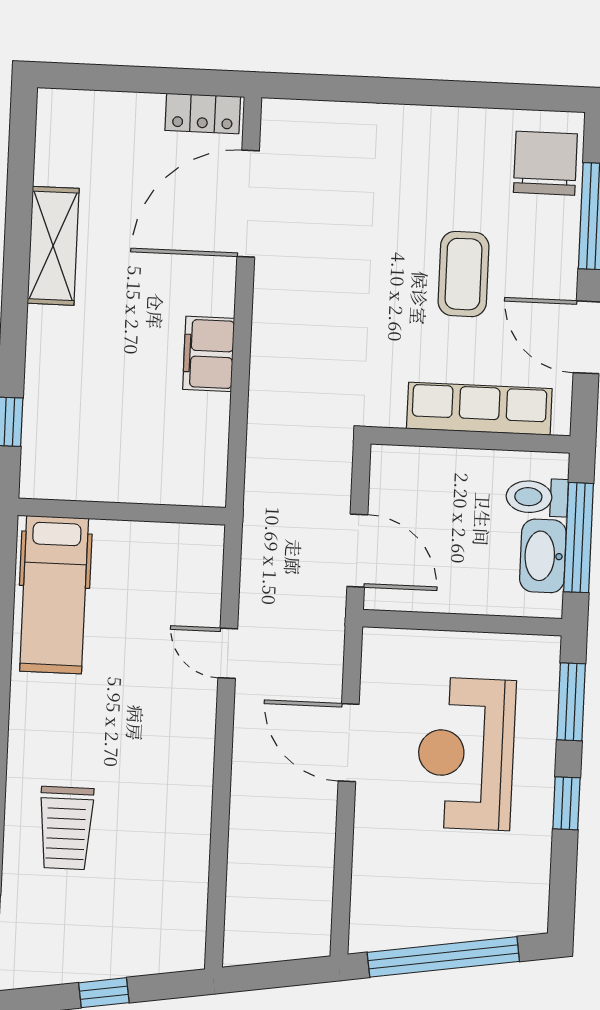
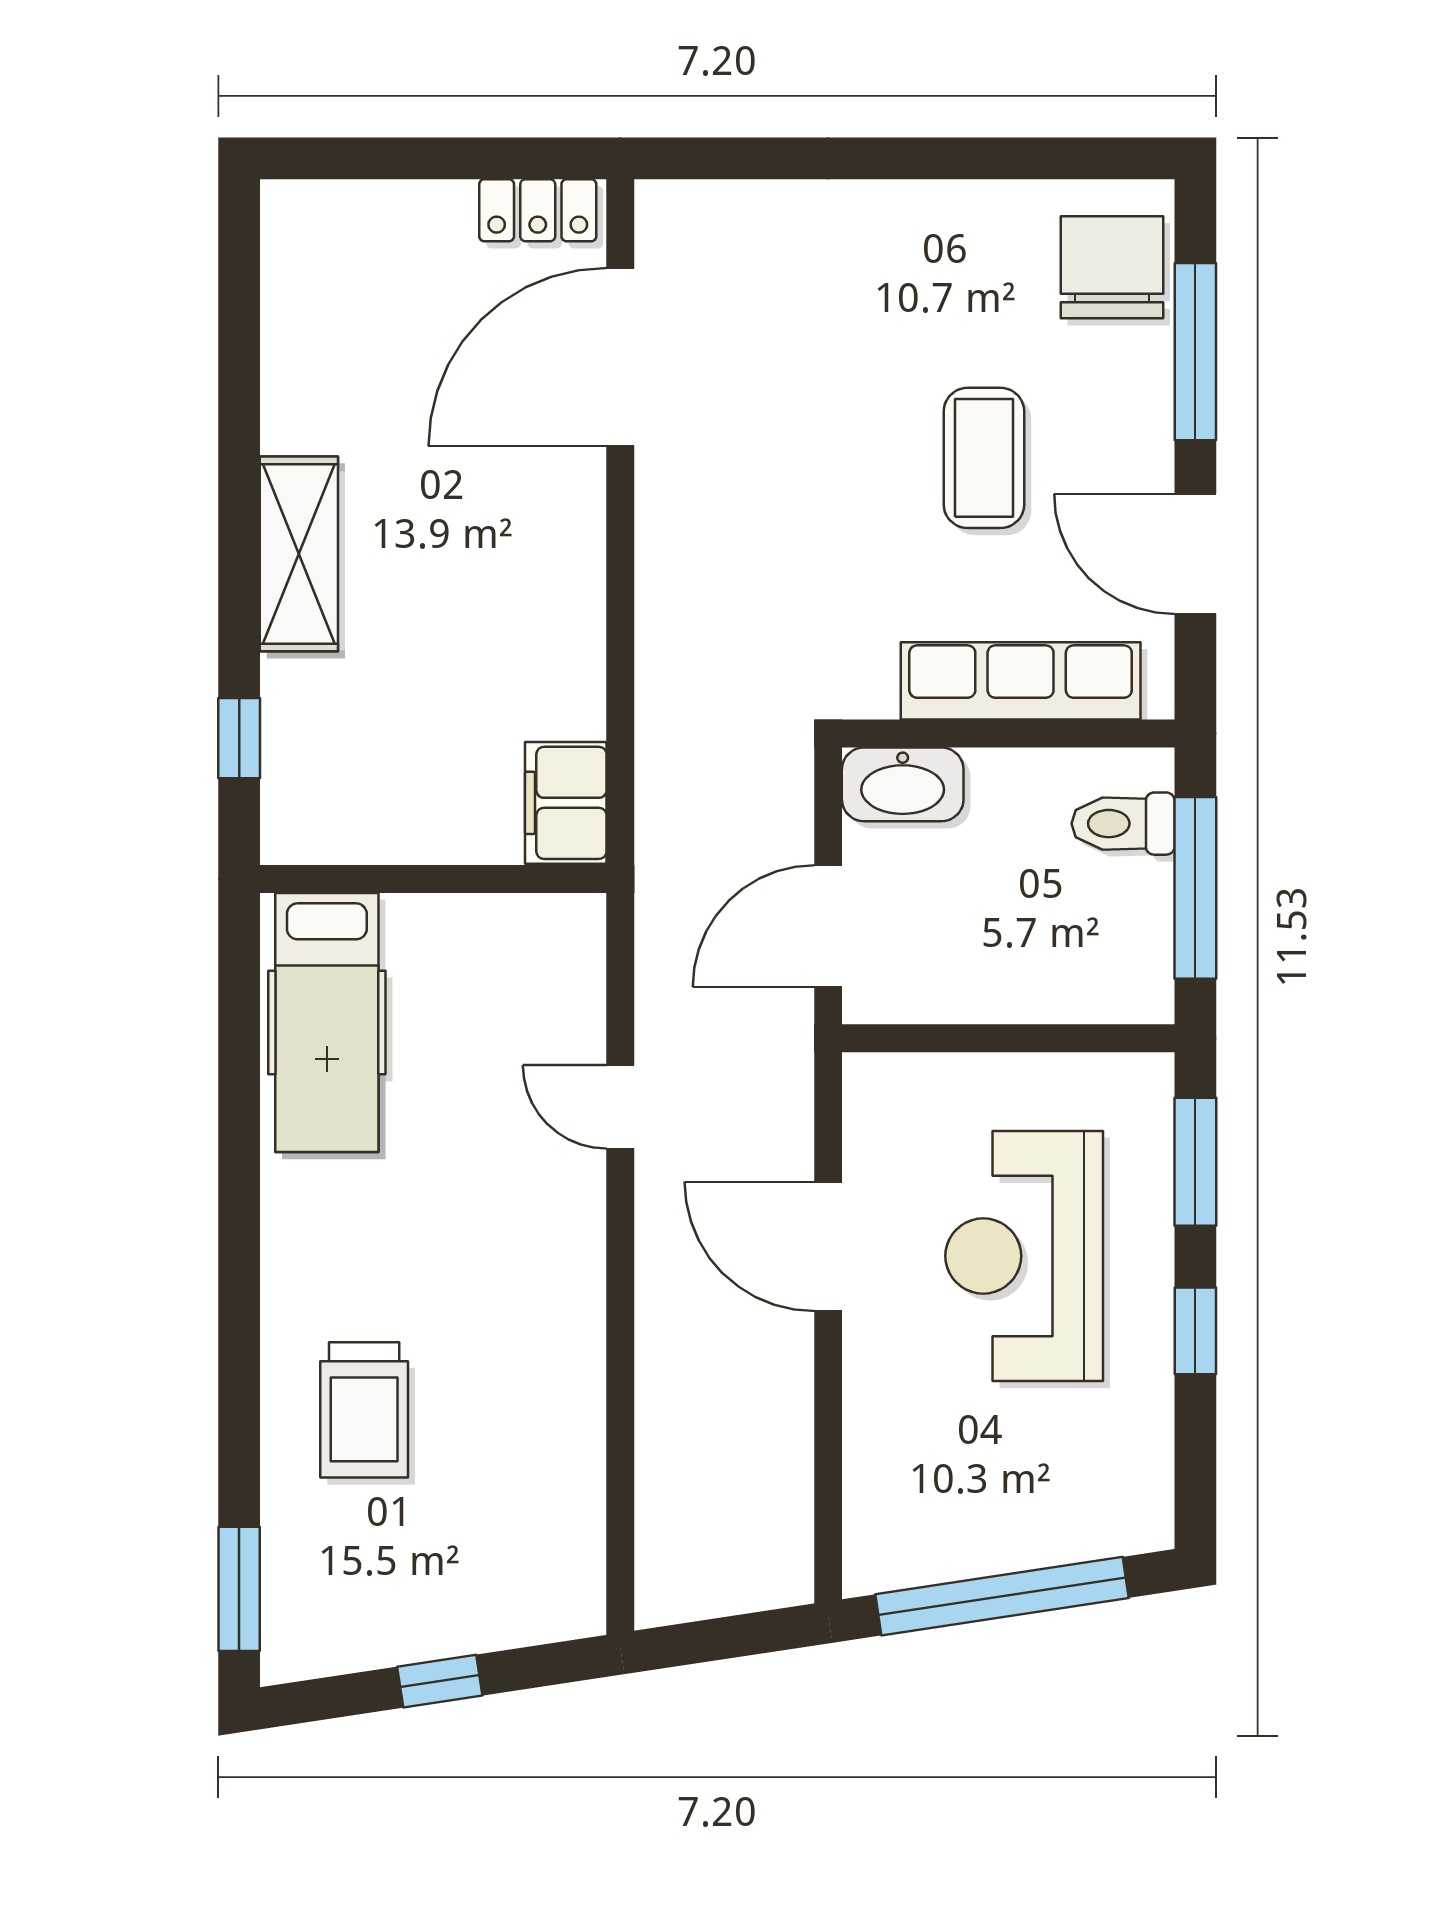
shelving: (53, 246) -> (299, 554), moved
filing cabinet: (209, 354) -> (566, 803), moved
door: (357, 551) -> (828, 926), swing flipped
washbasin: (543, 556) -> (903, 784), moved, turned -90

